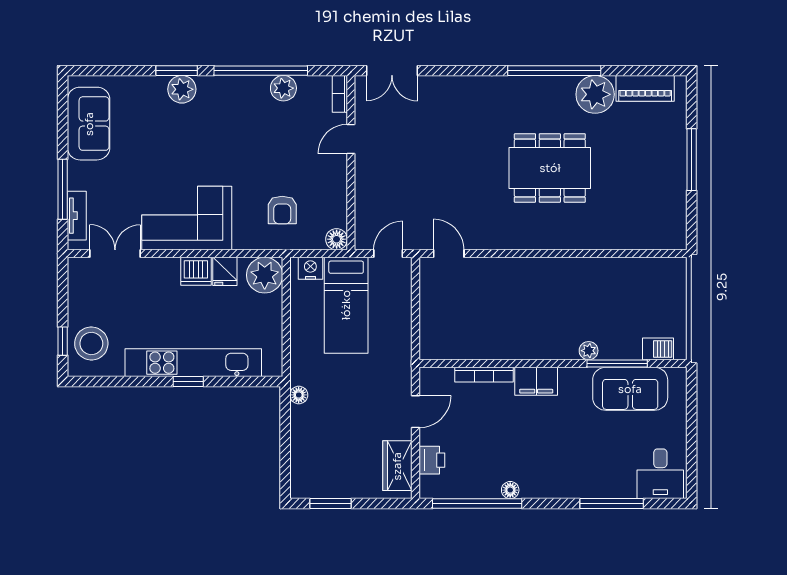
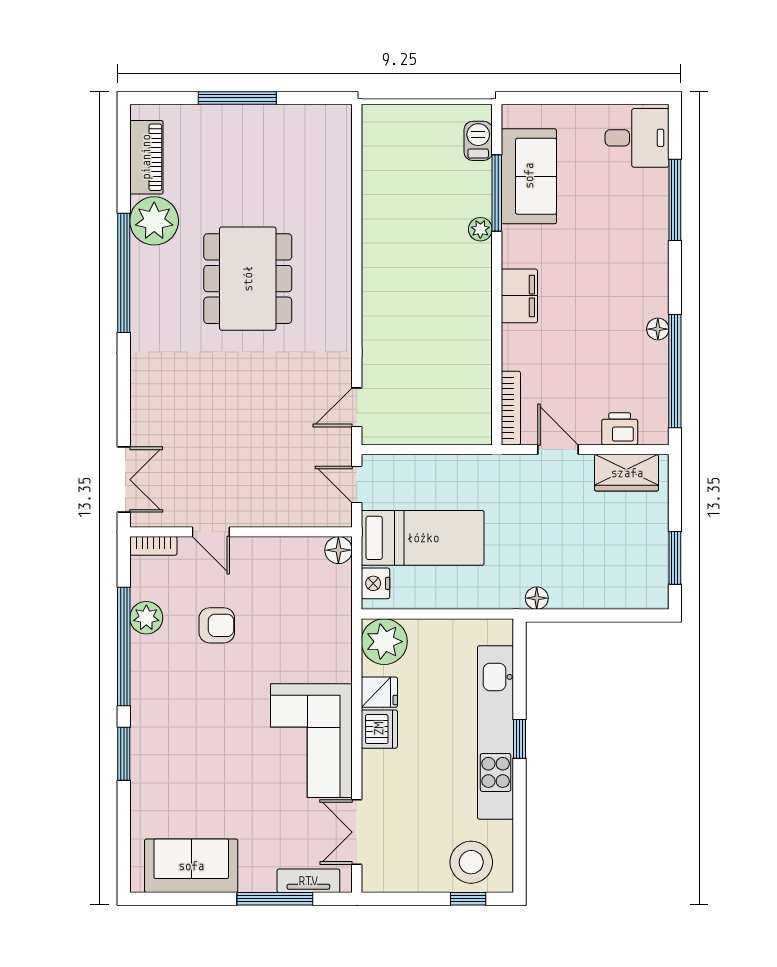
plant: (182, 89) -> (148, 747), removed
armchair: (282, 210) -> (217, 625), moved
bookcase: (484, 375) -> (511, 408), moved

